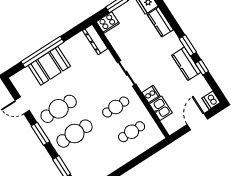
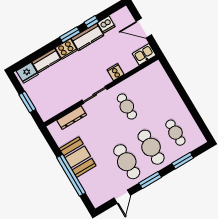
cooker: (108, 23) -> (66, 49), moved, turned 90
dresser: (95, 40) -> (72, 118), moved
booth: (49, 66) -> (78, 157), moved
dishwasher: (211, 100) -> (106, 25), moved
kitchen sink: (161, 108) -> (144, 54), moved
cafe table: (132, 132) -> (175, 133), moved

